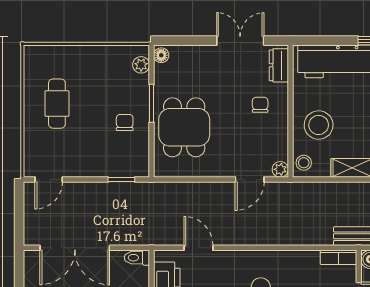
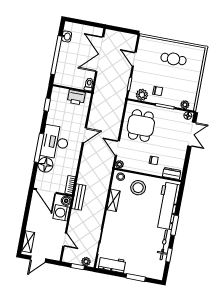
double door: (240, 41) -> (192, 134), moved
dining table: (184, 127) -> (141, 126), moved, turned 90
plant: (138, 152) -> (142, 95), added
door: (49, 180) -> (134, 59), moved
door: (199, 248) -> (84, 135), moved

